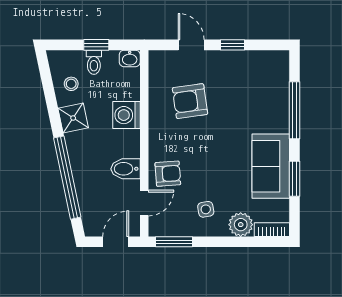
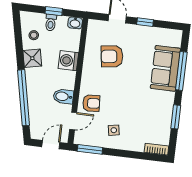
sofa: (271, 166) -> (165, 68), moved
plant: (241, 225) -> (136, 143), removed

